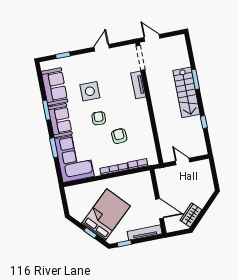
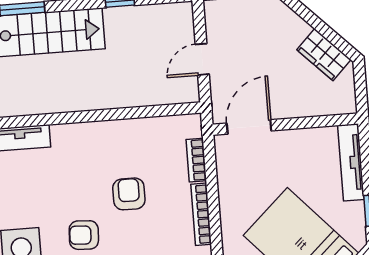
armchair: (119, 136) -> (129, 194), turned 94
door: (160, 209) -> (249, 127), moved

